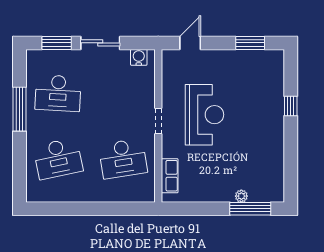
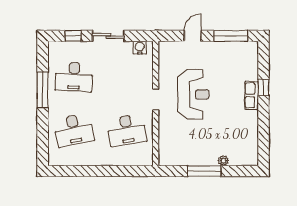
window: (57, 43) -> (73, 36), width x0.67
door: (190, 43) -> (193, 36), moved
window: (250, 43) -> (230, 36), width x1.44
row of seats: (170, 176) -> (252, 95), moved, turned 180
window: (250, 209) -> (204, 171), moved

